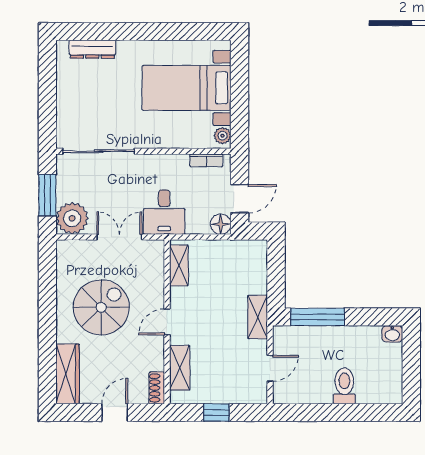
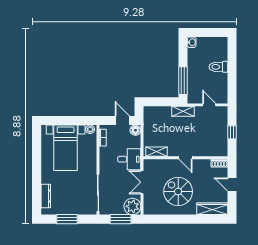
window: (47, 91) -> (67, 219), added
shelving: (180, 368) -> (209, 151), removed

